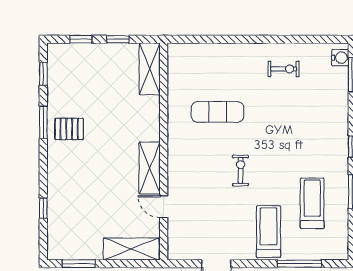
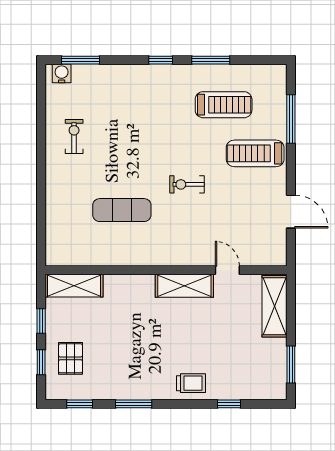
exercise mat: (218, 112) -> (122, 210), turned 90
pallet: (69, 129) -> (70, 358), moved
trolley: (62, 174) -> (191, 383), added
treadmill: (312, 203) -> (224, 105), turned 180
door: (164, 207) -> (227, 270), swing flipped

